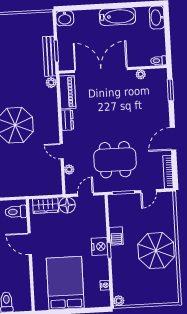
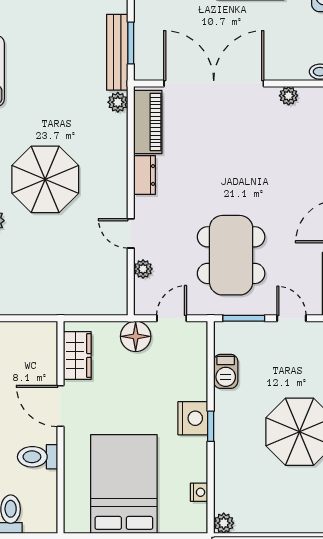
dining table: (115, 160) -> (231, 255), turned 90
door: (149, 191) -> (291, 318), swing flipped
wardrobe: (46, 206) -> (77, 355), moved, turned -90
toilet: (16, 212) -> (38, 457), moved
barbecue: (116, 236) -> (226, 371), moved

